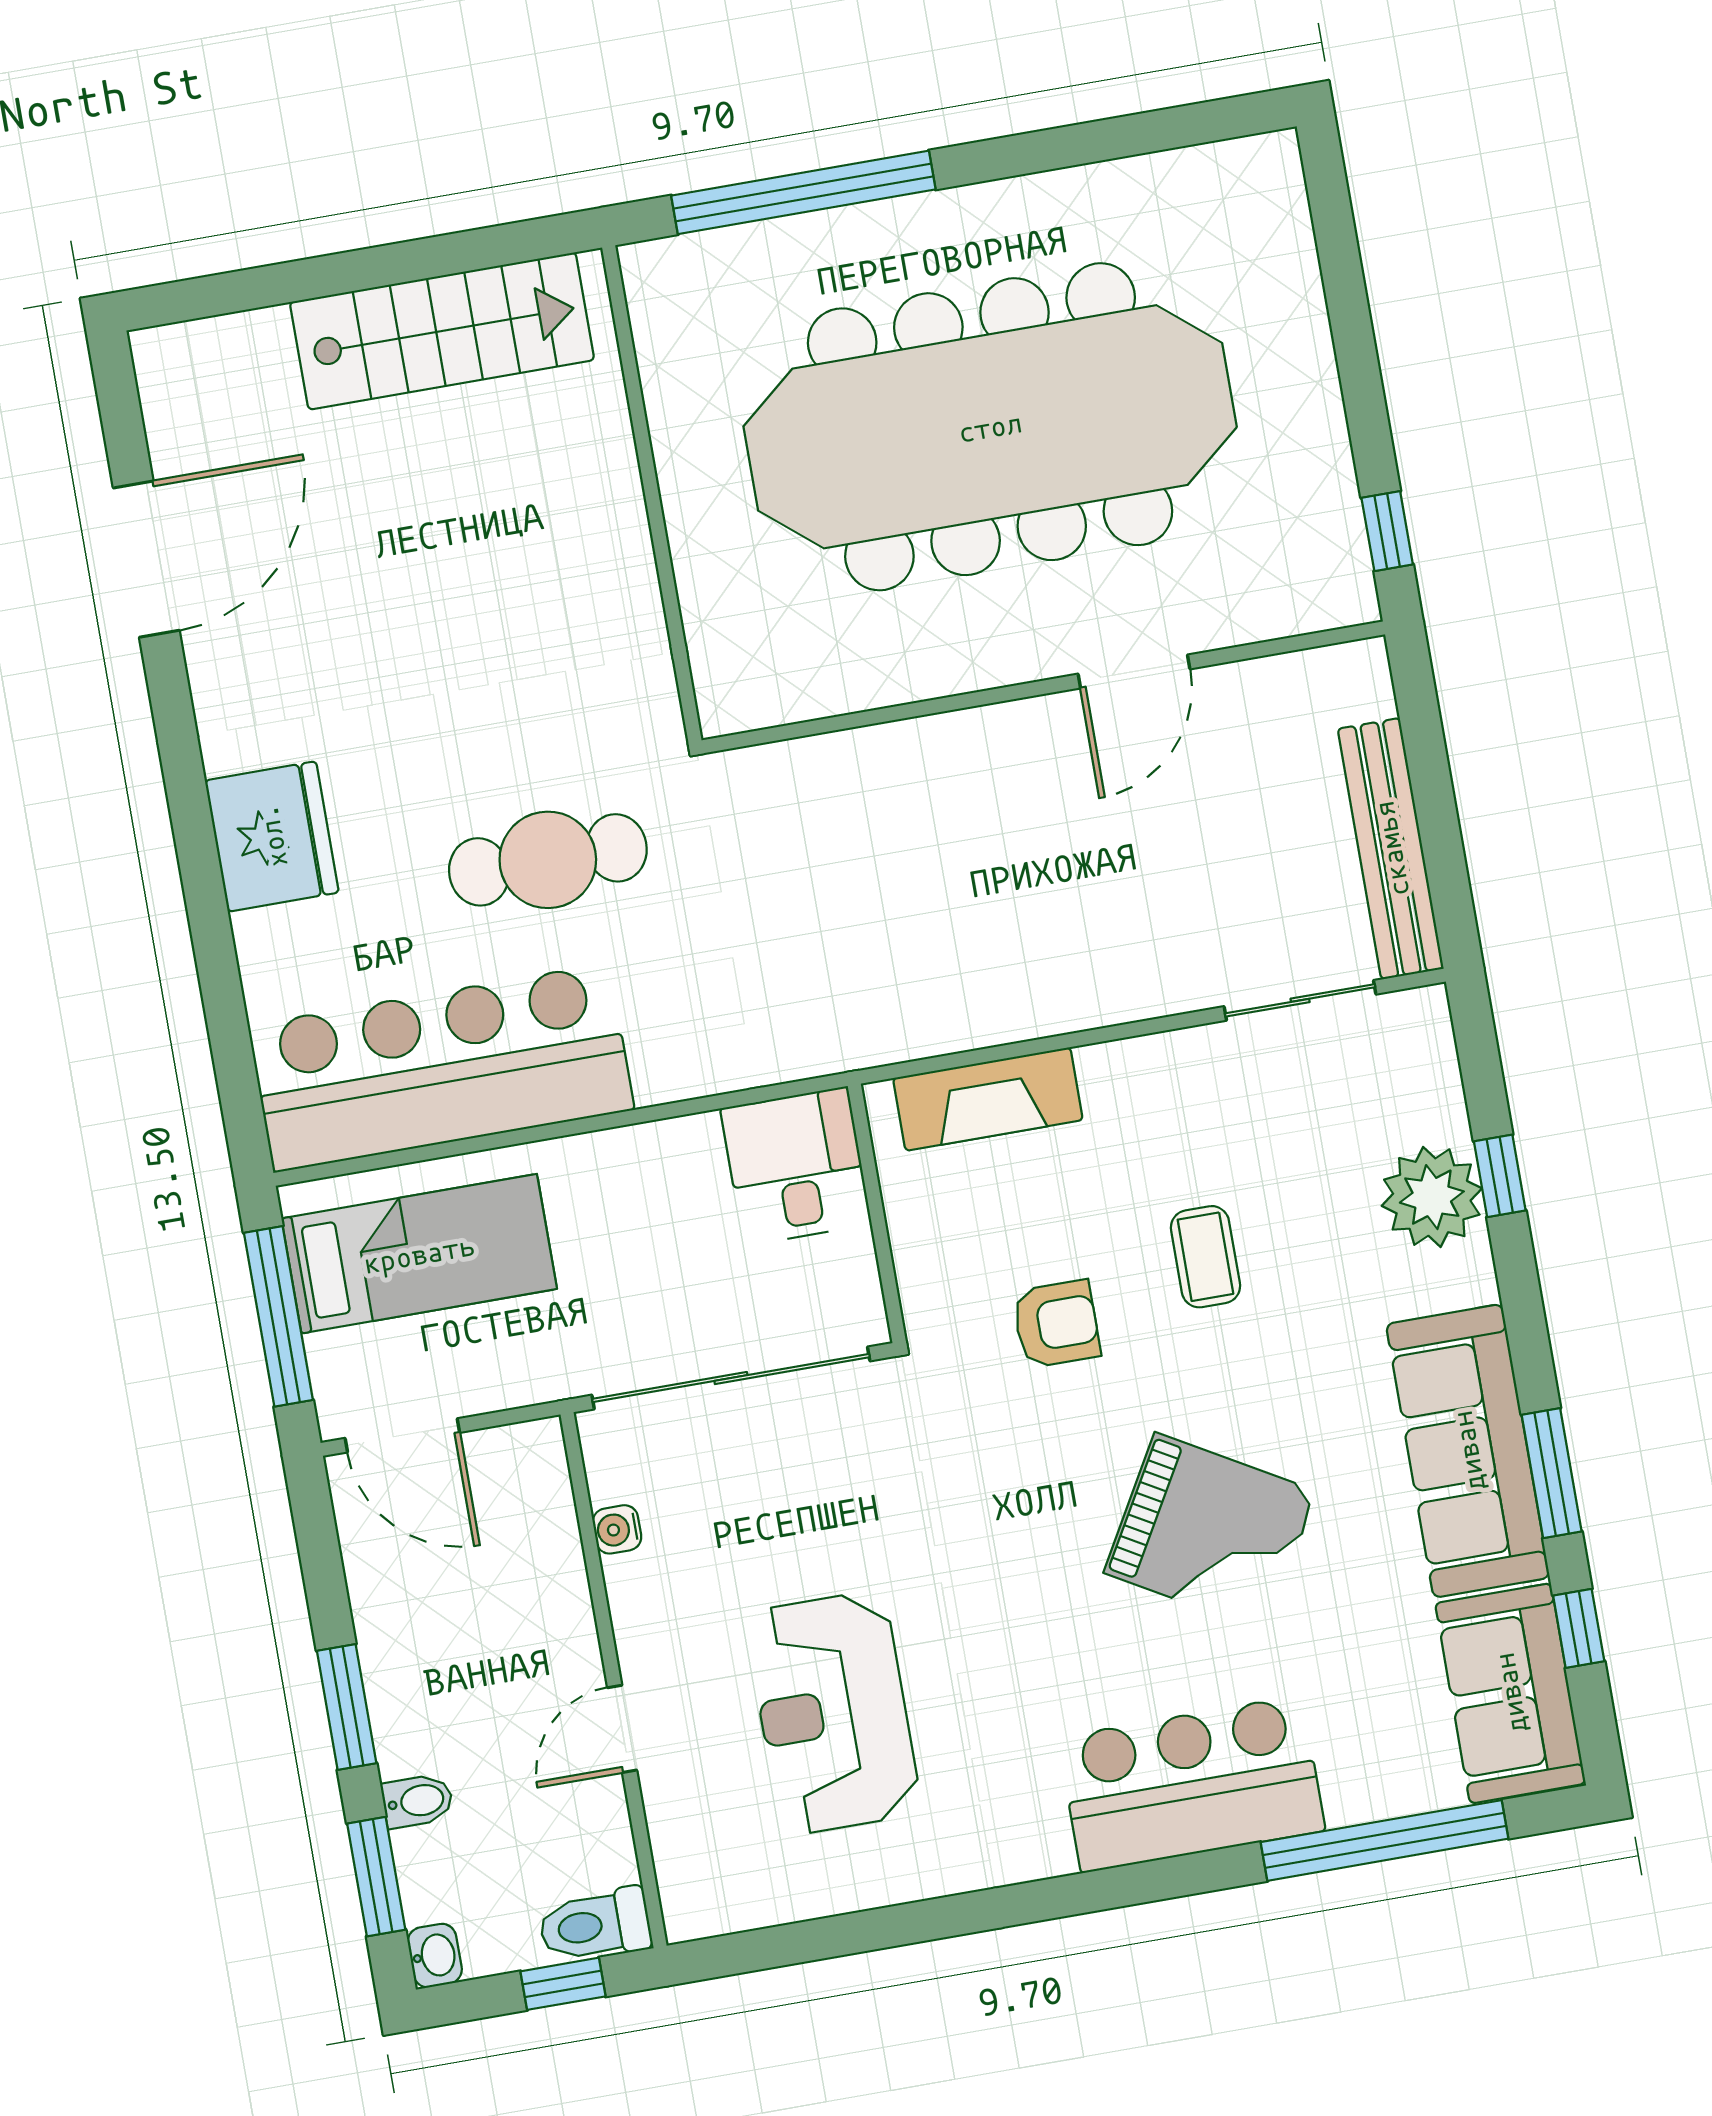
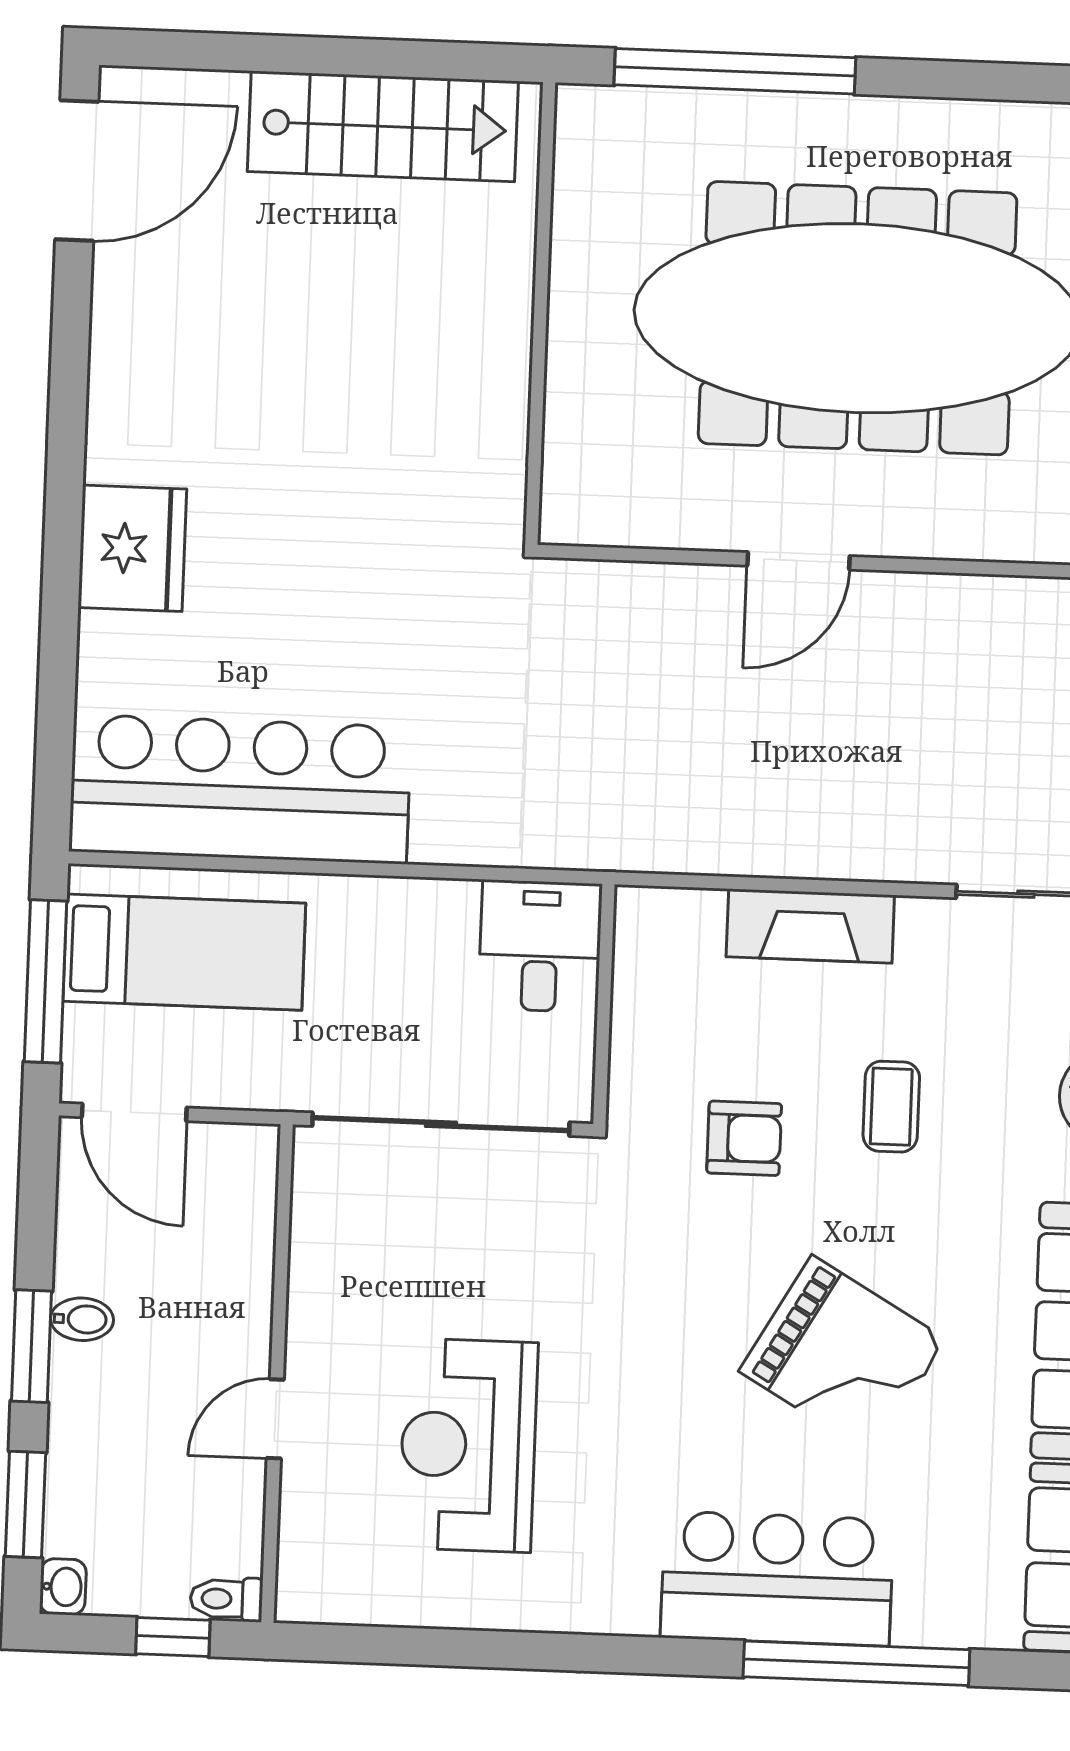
door: (146, 559) -> (77, 170), moved
door: (1134, 672) -> (798, 561), moved
cafe table: (548, 860) -> (376, 623), removed
fireplace: (988, 1099) -> (810, 926), moved
water cooler: (617, 1529) -> (309, 1238), removed
bidet: (418, 1801) -> (82, 1319), moved
window: (1385, 1840) -> (856, 1663), moved
toilet: (595, 1925) -> (227, 1599), width x0.73, depth x0.72

